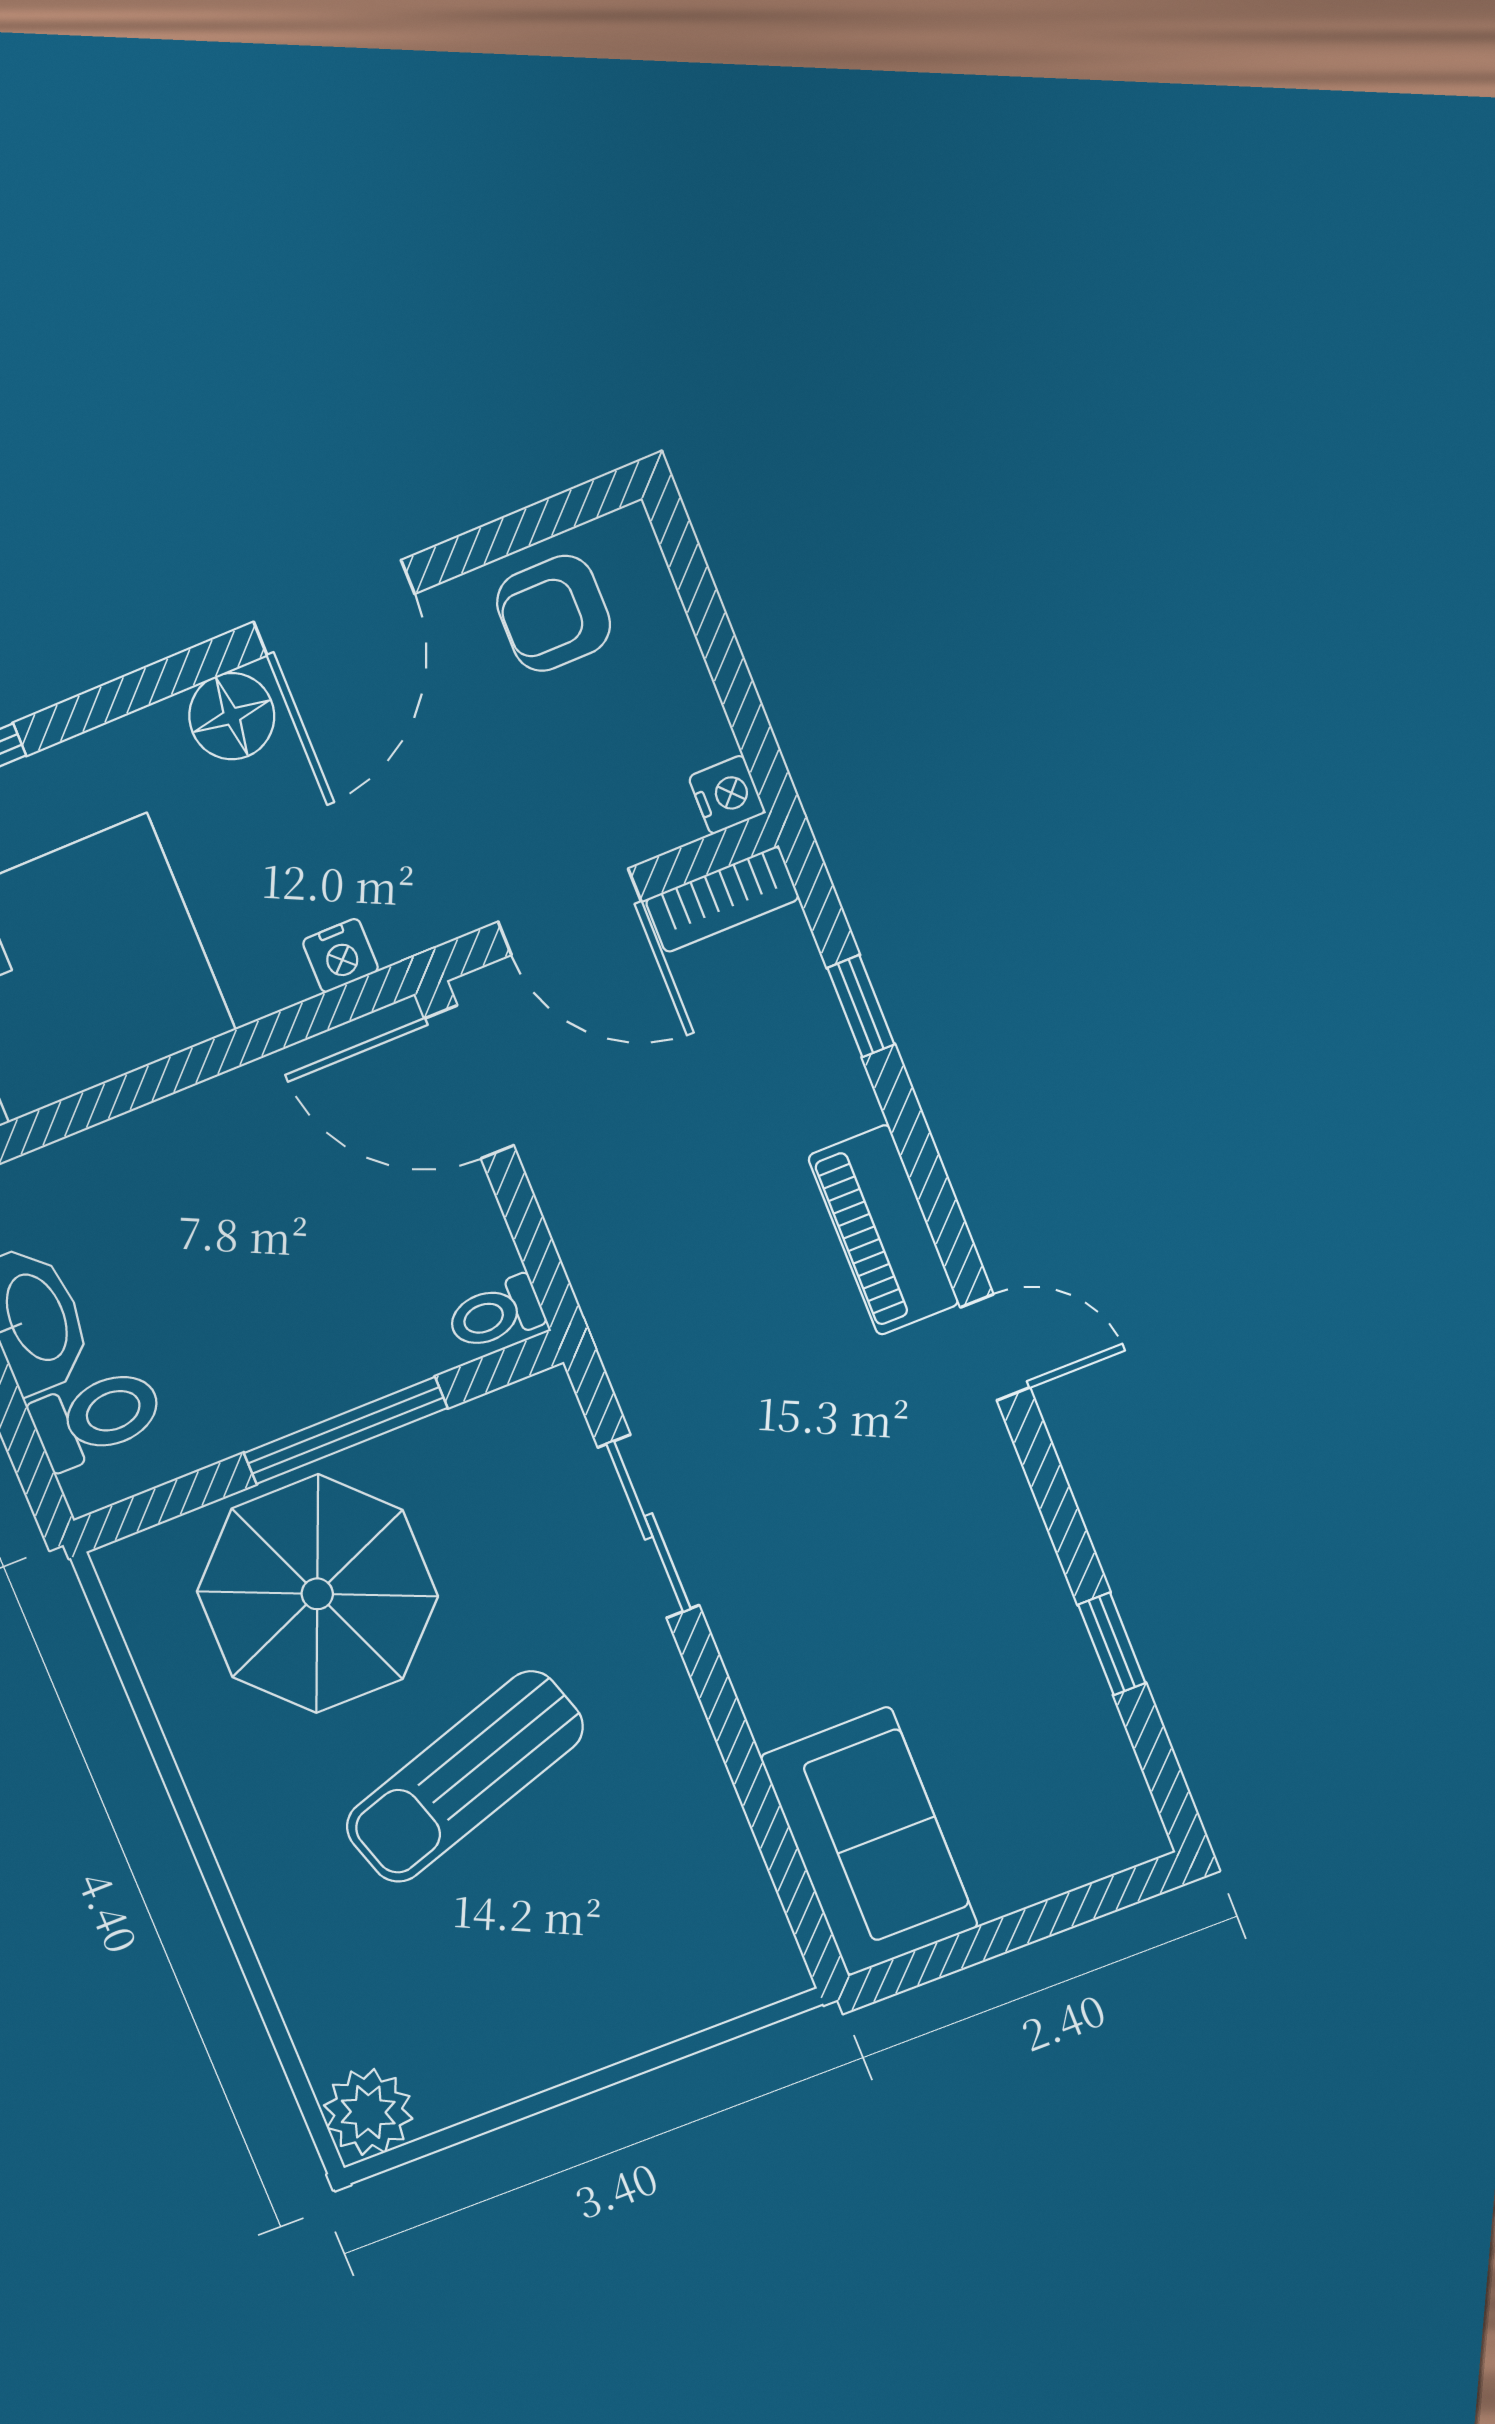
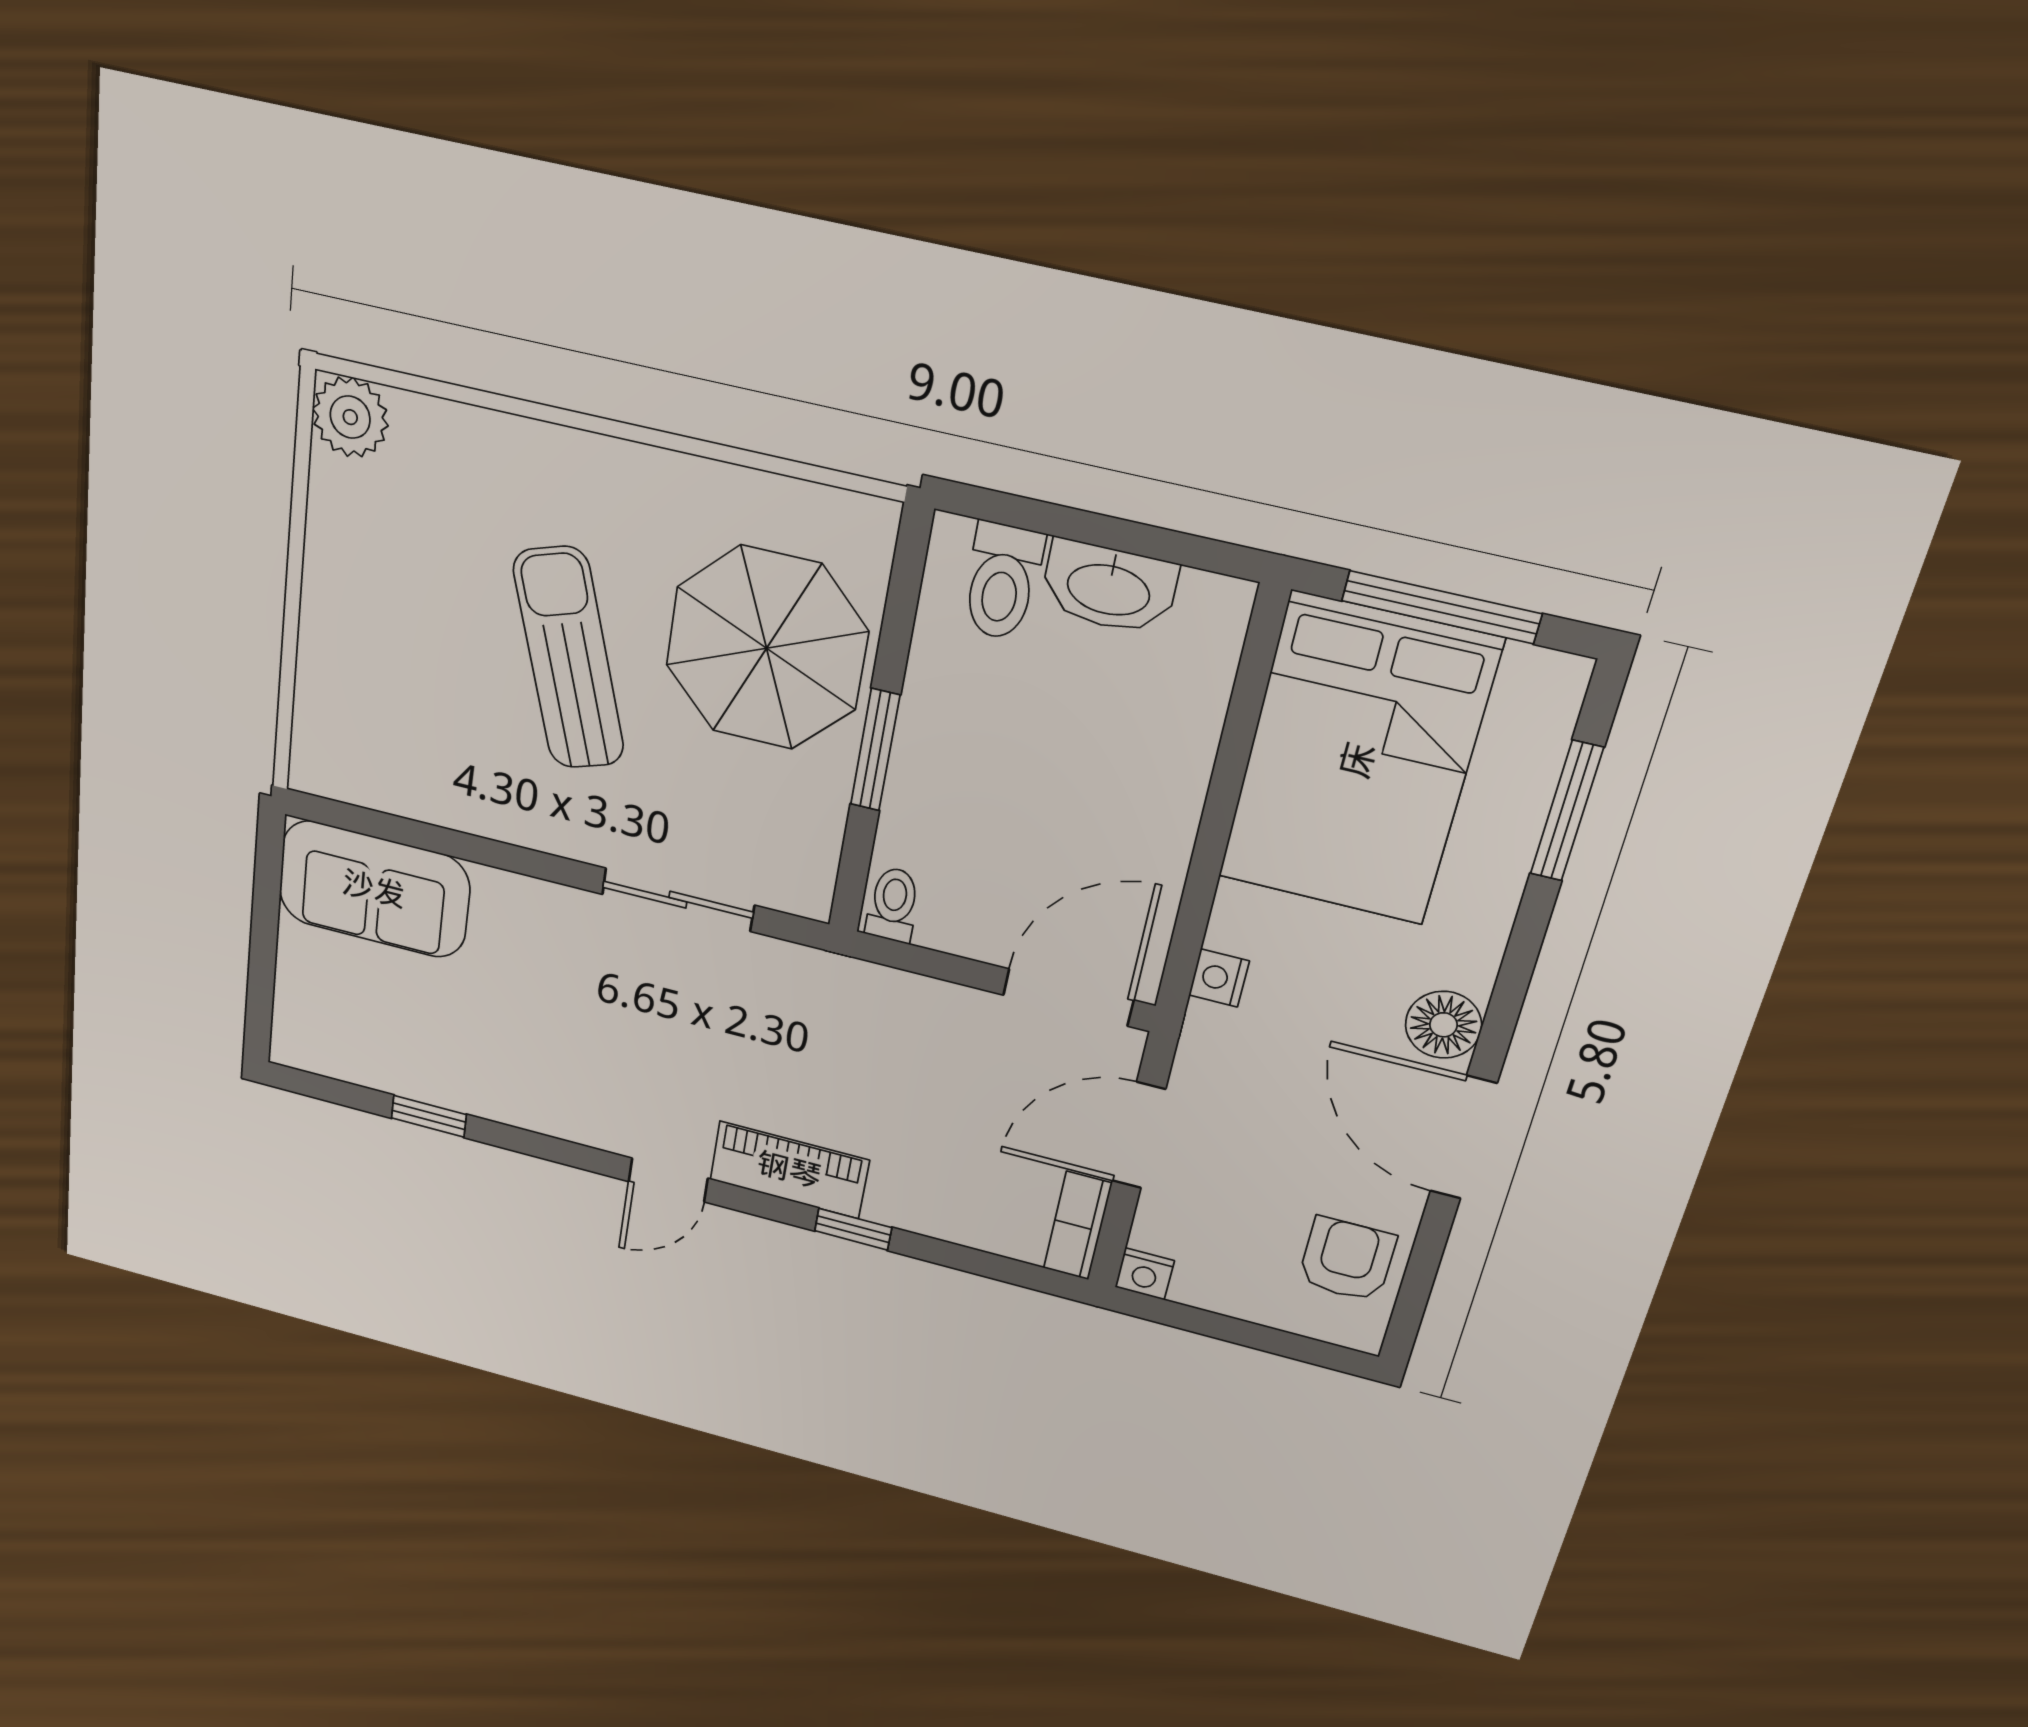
window: (861, 1006) -> (853, 1229), moved
window: (345, 1431) -> (875, 750), width x0.69

